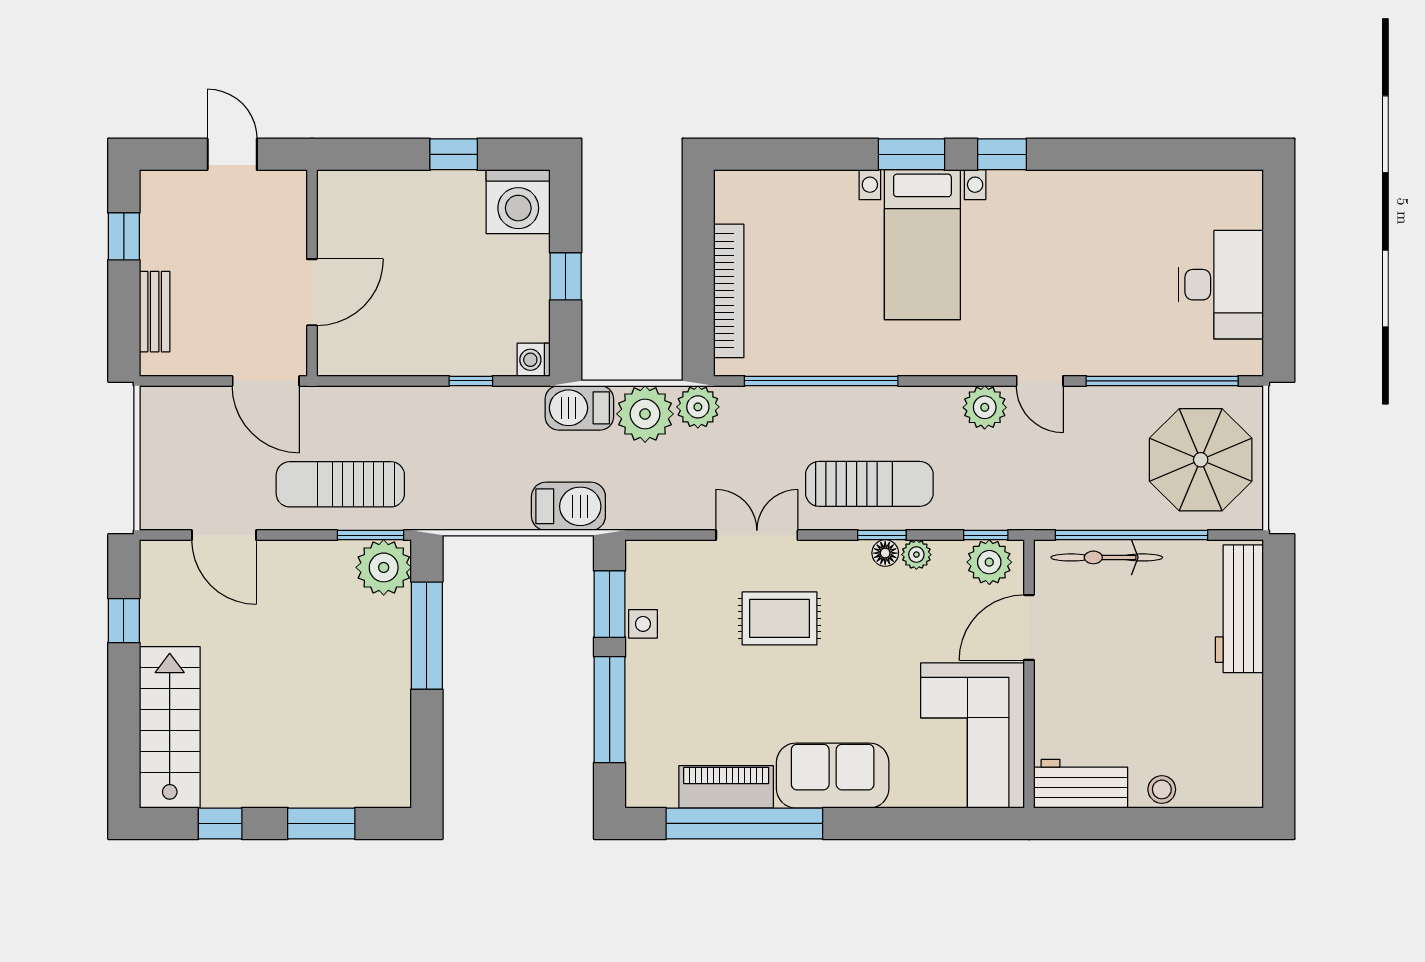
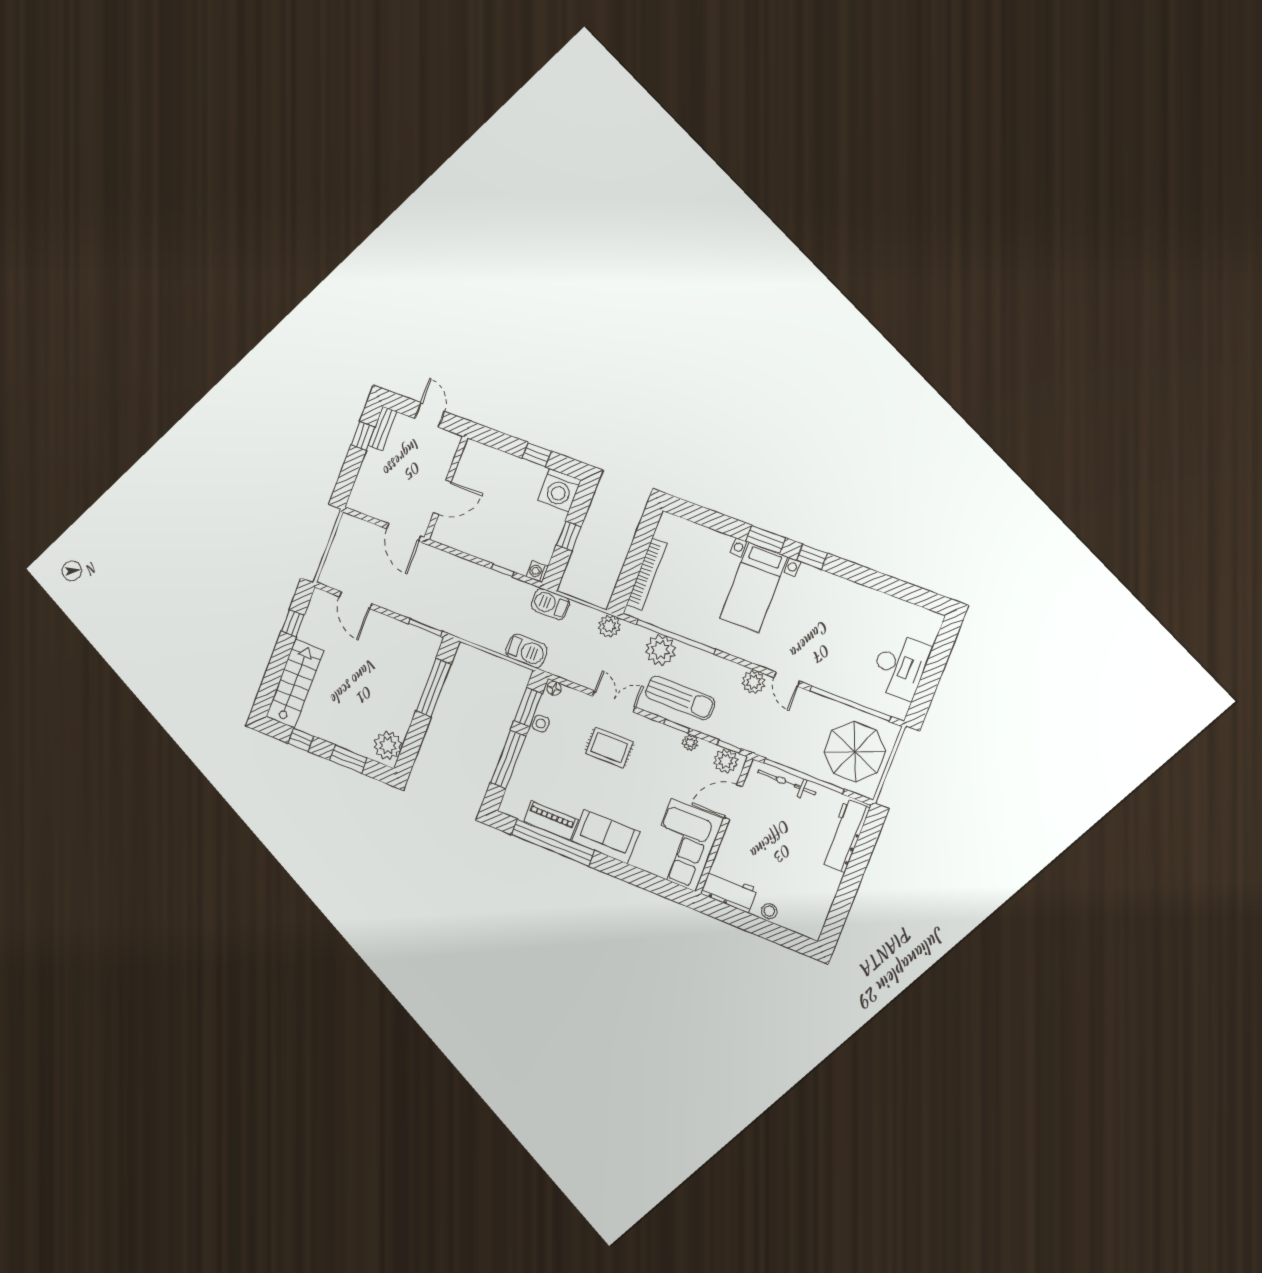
bench: (155, 312) -> (382, 428), moved
plant: (645, 414) -> (660, 650), moved
sun lounger: (340, 484) -> (420, 597), removed
floor lamp: (885, 553) -> (554, 688), moved
plant: (384, 567) -> (388, 745), moved

